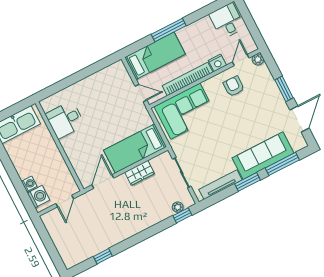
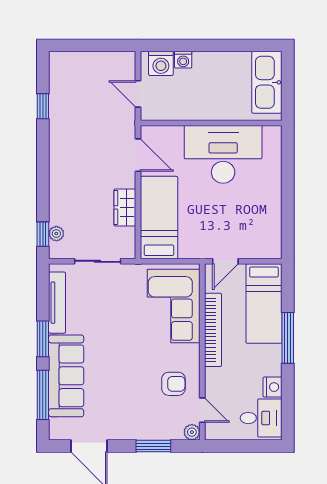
nightstand: (217, 63) -> (273, 387), moved, turned 180
window: (284, 89) -> (153, 446), moved
desk: (65, 120) -> (223, 154), width x1.87, depth x1.30

